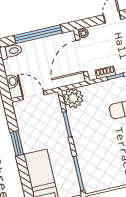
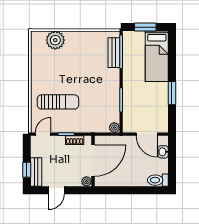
window: (38, 34) -> (129, 190), removed
plant: (73, 98) -> (114, 128), width x0.53, depth x0.53
bench: (86, 171) -> (114, 53), added

